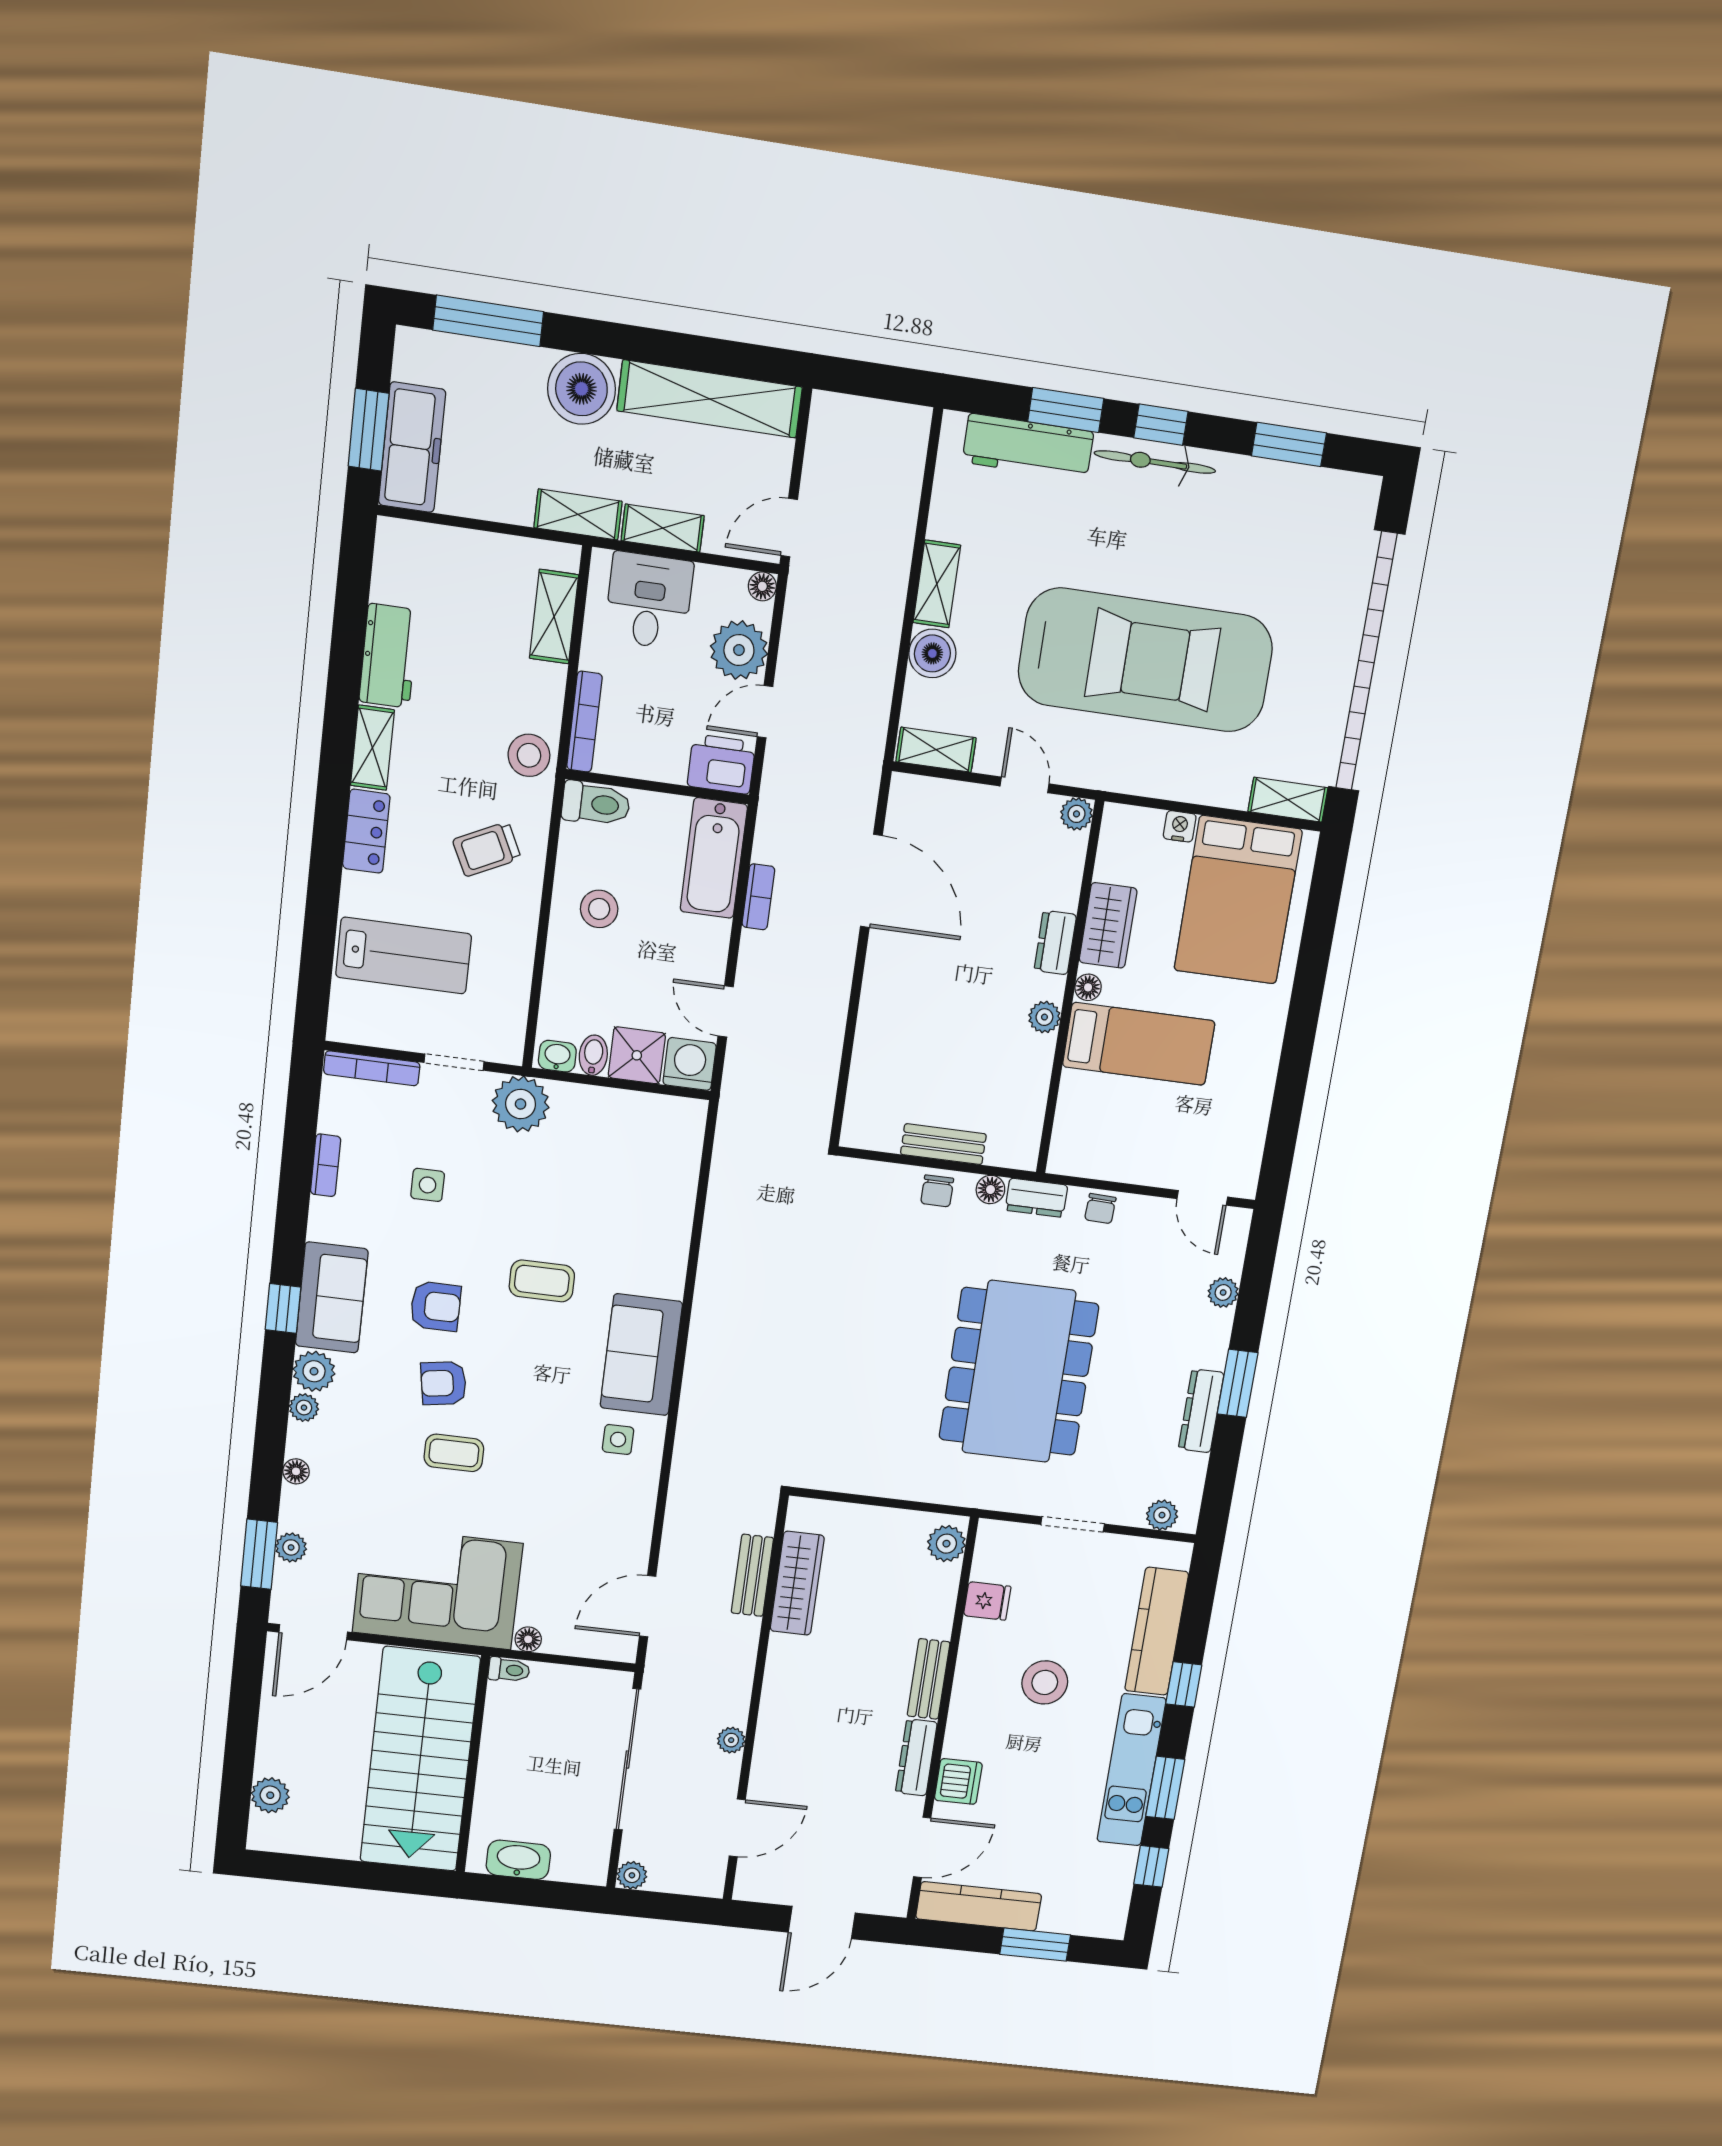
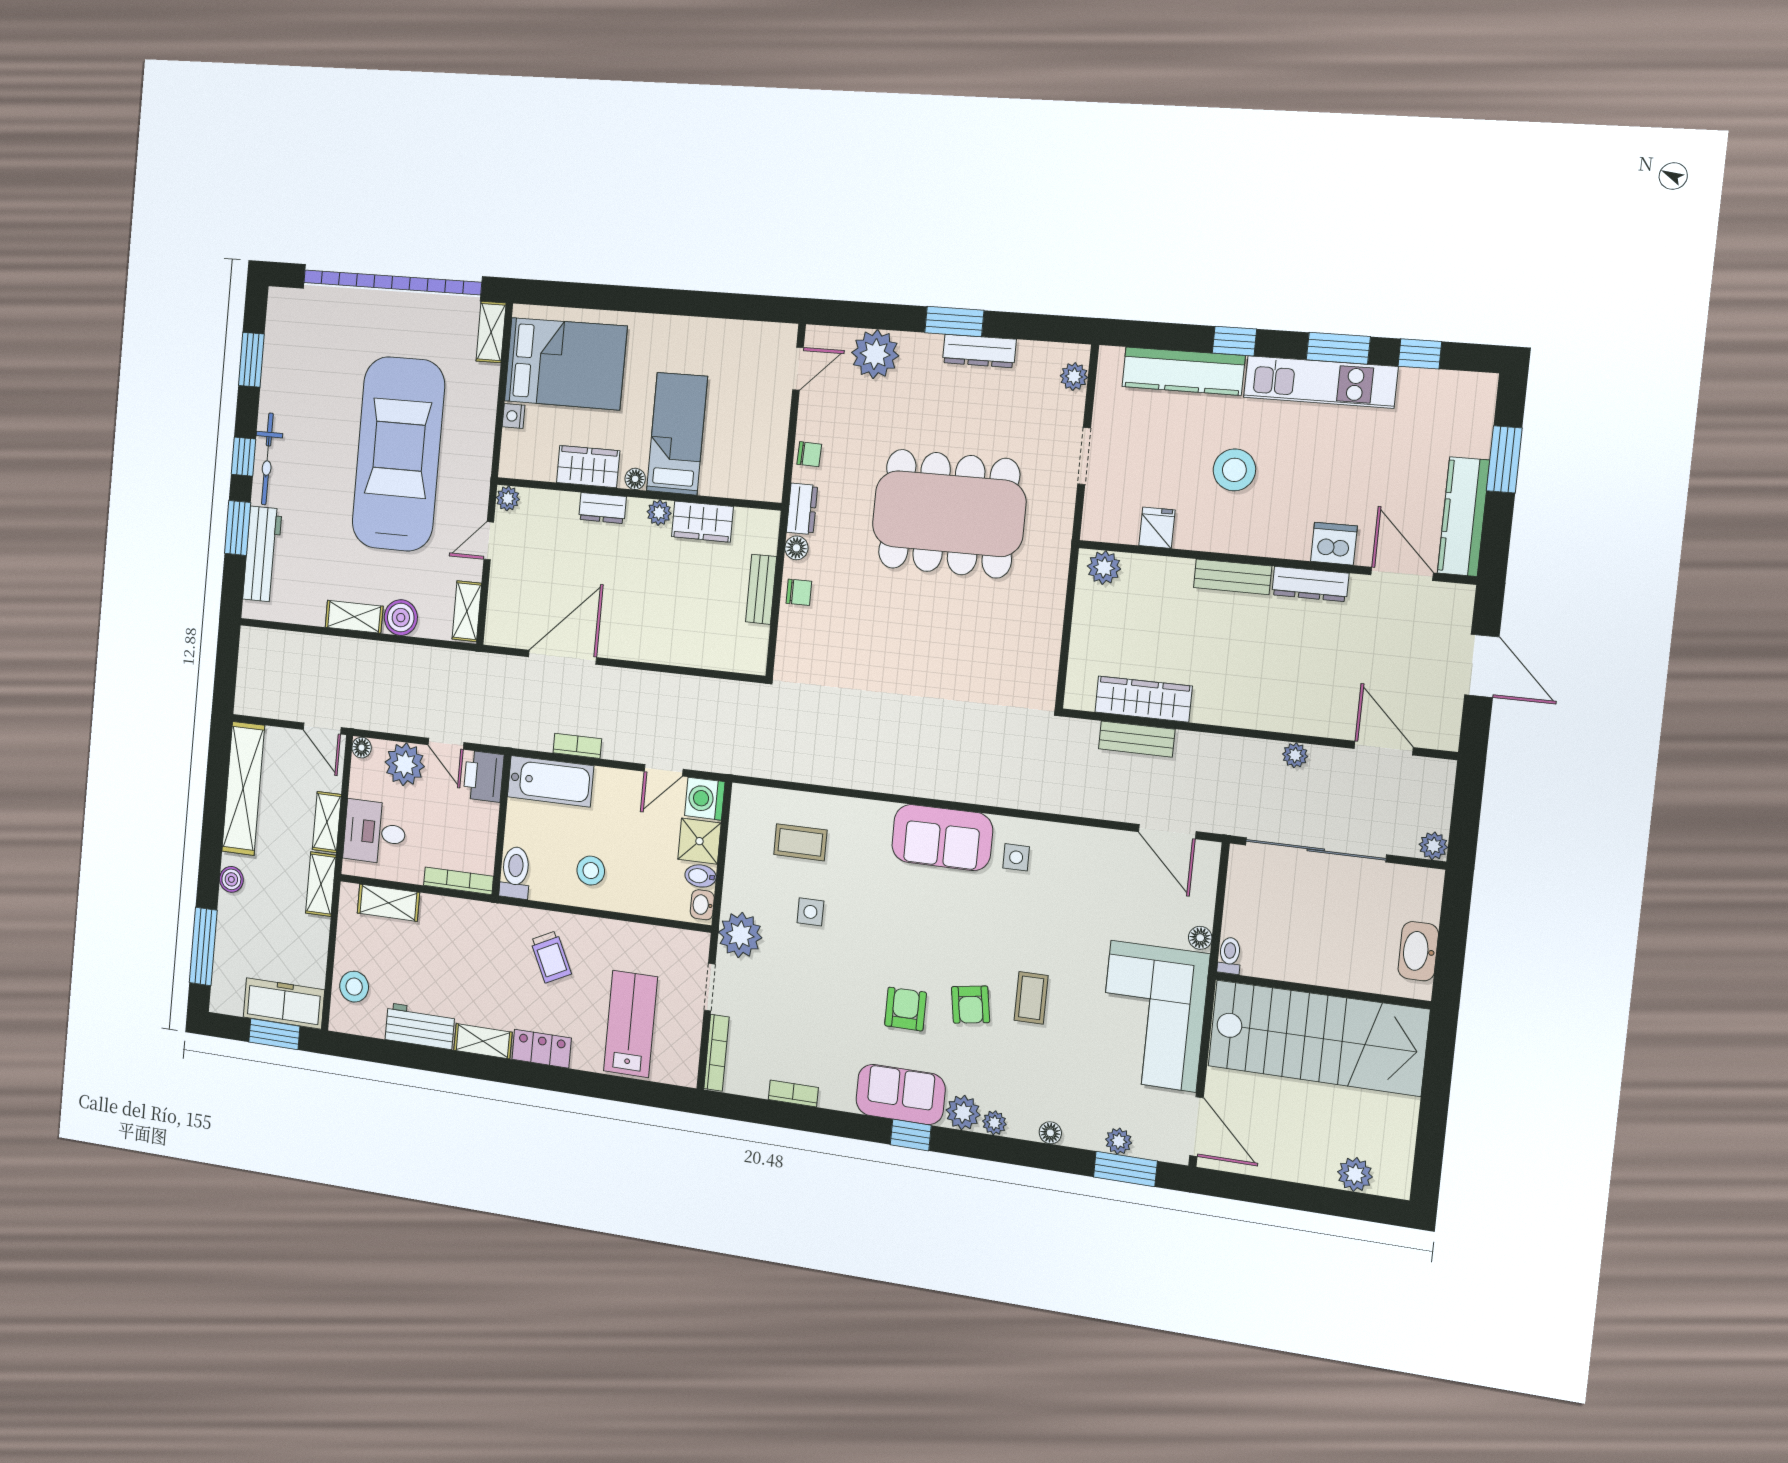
boiler: (582, 389) -> (231, 879), width x0.54, depth x0.54
stool: (529, 755) -> (354, 987), moved
wardrobe: (1030, 1073) -> (702, 522), added
side table: (428, 1185) -> (810, 912), moved
coffee table: (542, 1281) -> (800, 842), moved, turned 90
plant: (1223, 1293) -> (875, 354), width x1.87, depth x1.87

